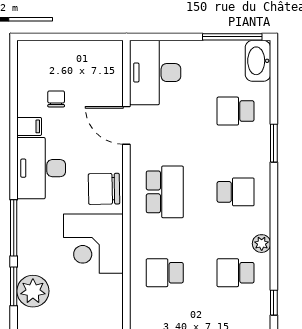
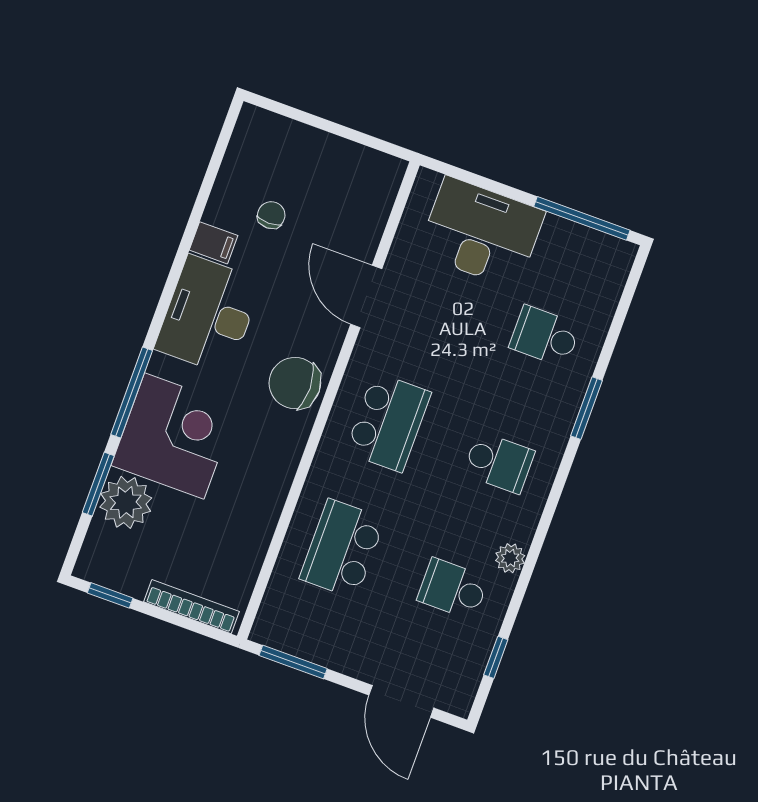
washbasin: (258, 61) -> (608, 270), removed
desk: (155, 73) -> (481, 233), moved, turned 90
corner desk: (93, 244) -> (174, 436), moved, turned 180
school desk: (165, 273) -> (342, 549), width x1.85

